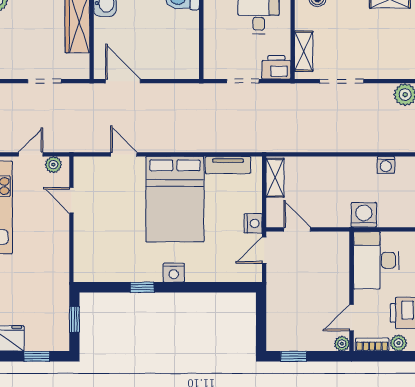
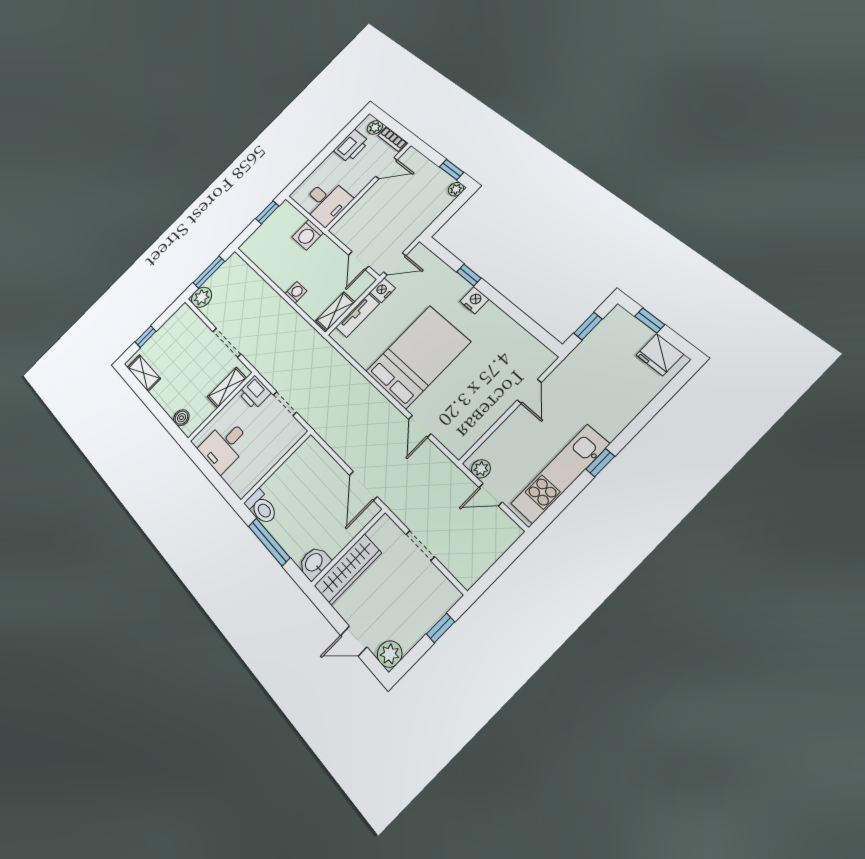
tv unit: (228, 165) -> (358, 315), moved, turned 90
washing machine: (386, 165) -> (296, 292), moved
door: (71, 200) -> (529, 391), moved
desk: (376, 260) -> (326, 202), width x0.73
window: (142, 287) -> (469, 275), moved
plant: (342, 344) -> (456, 189), moved

